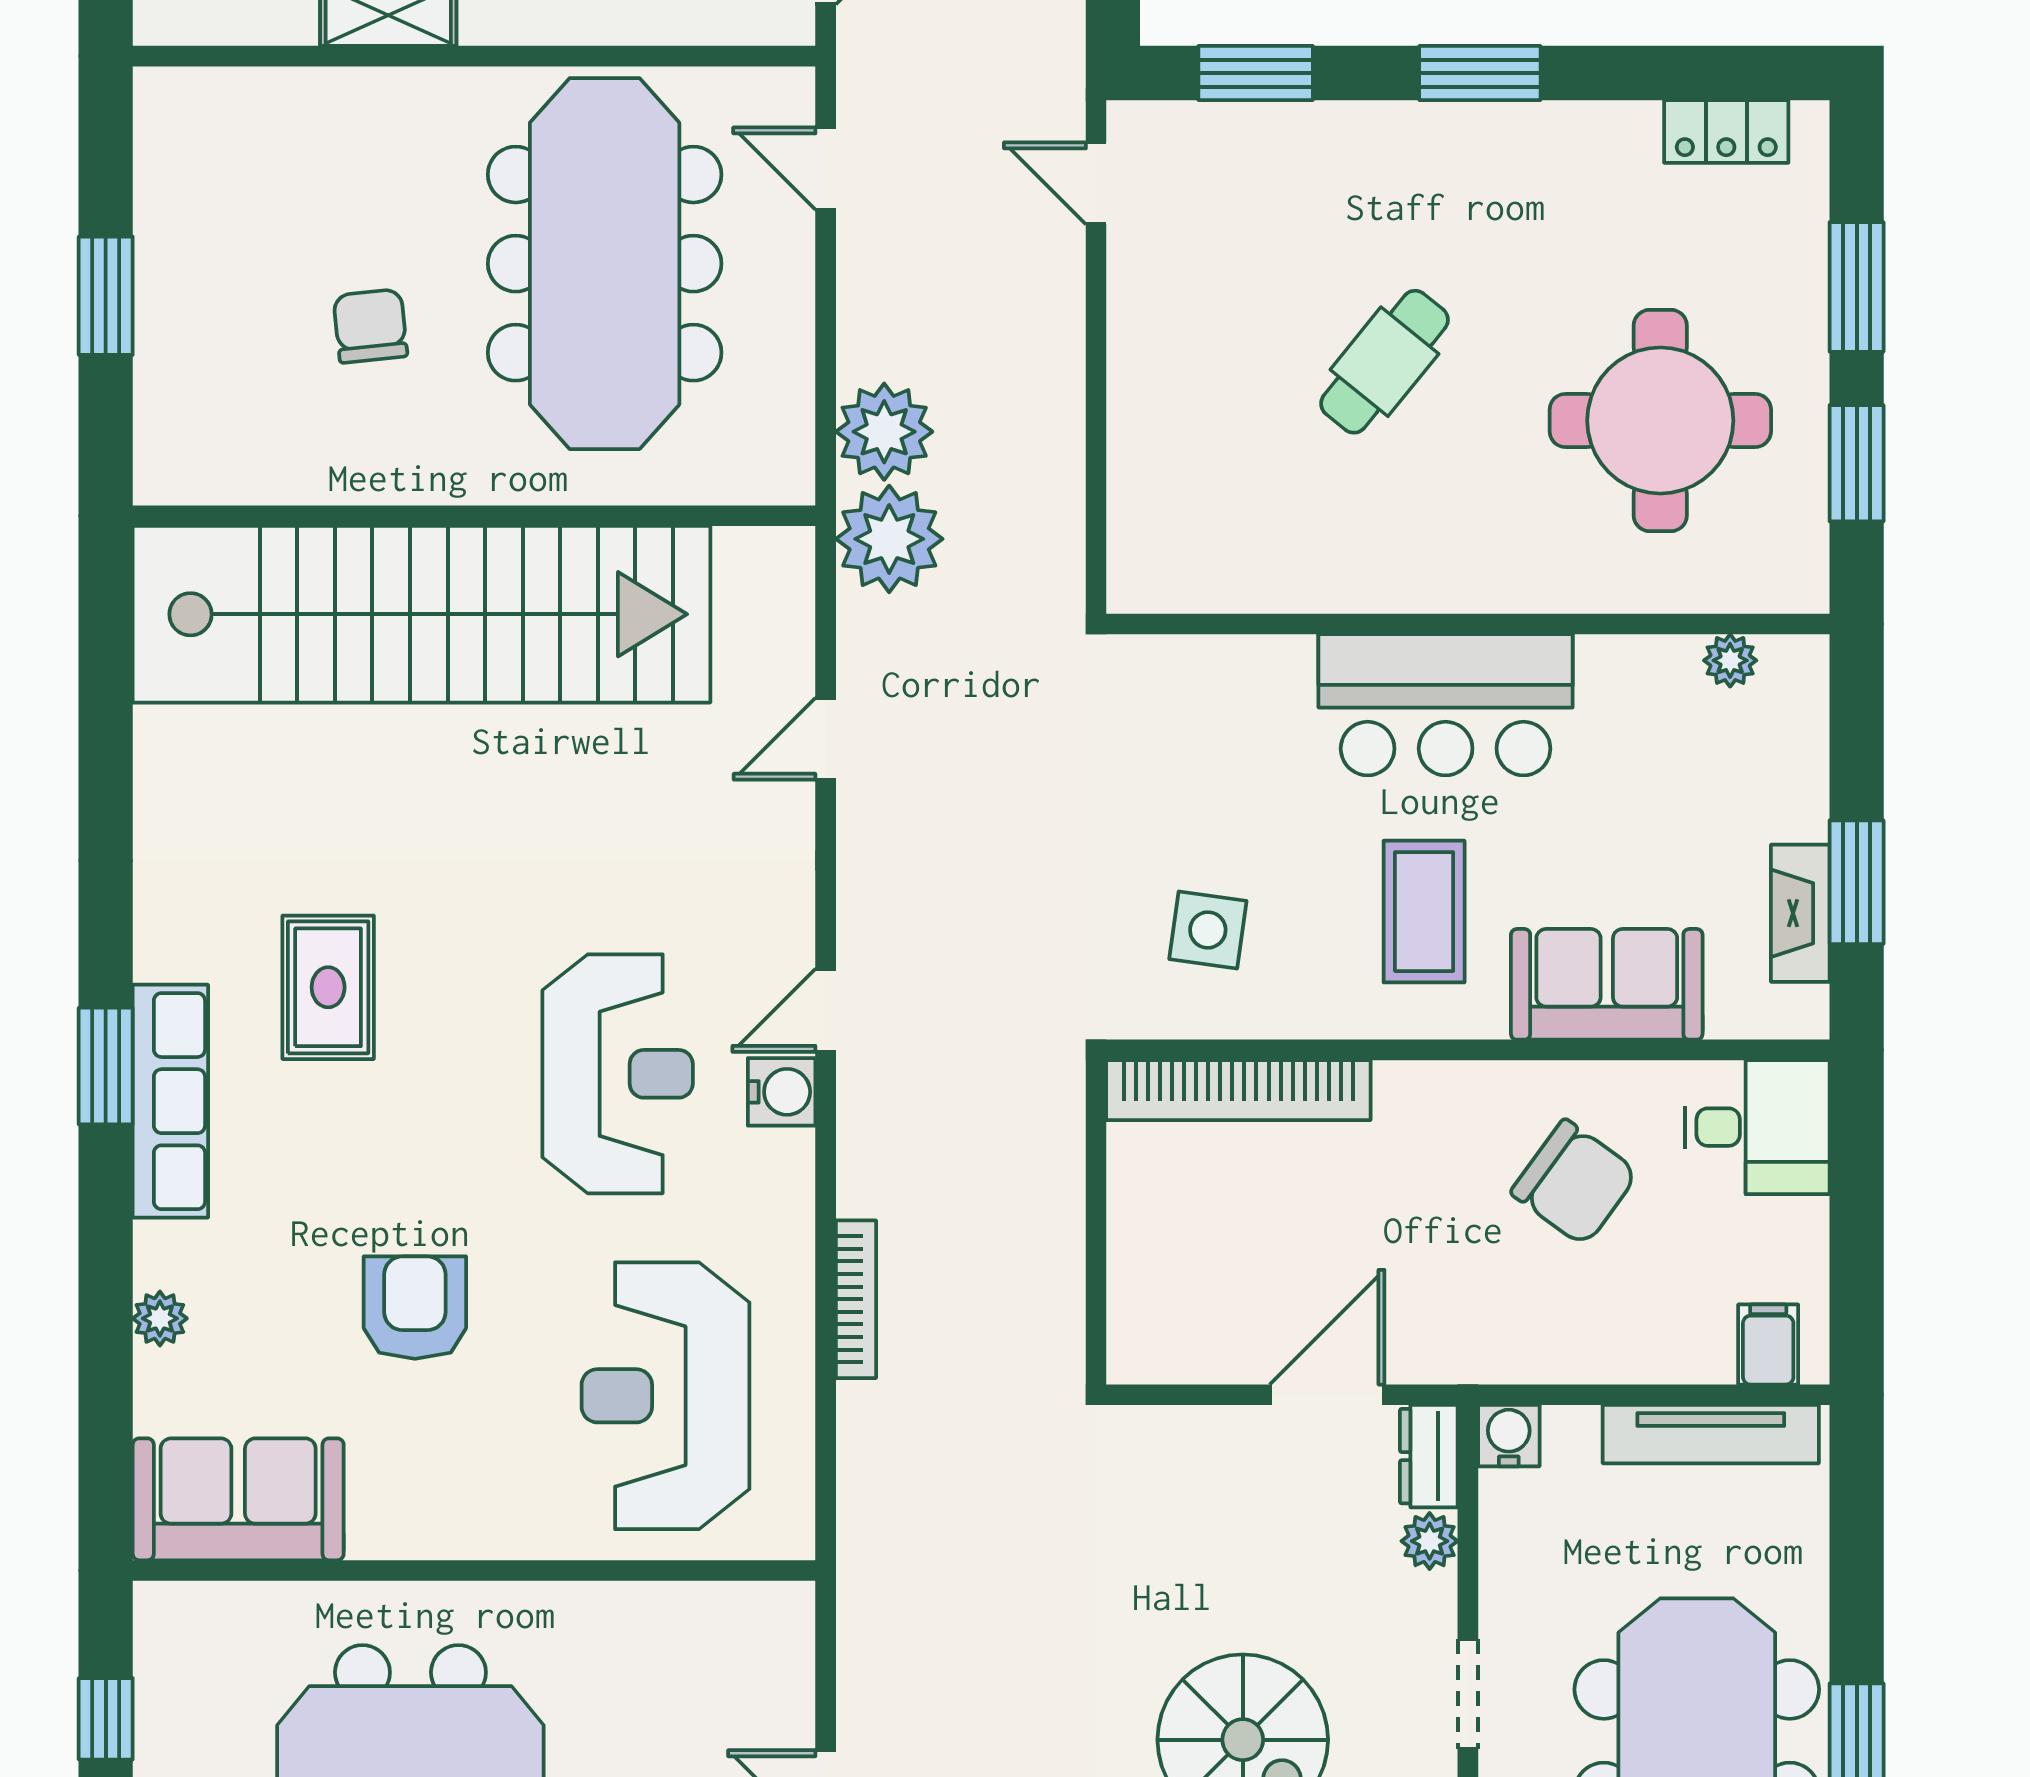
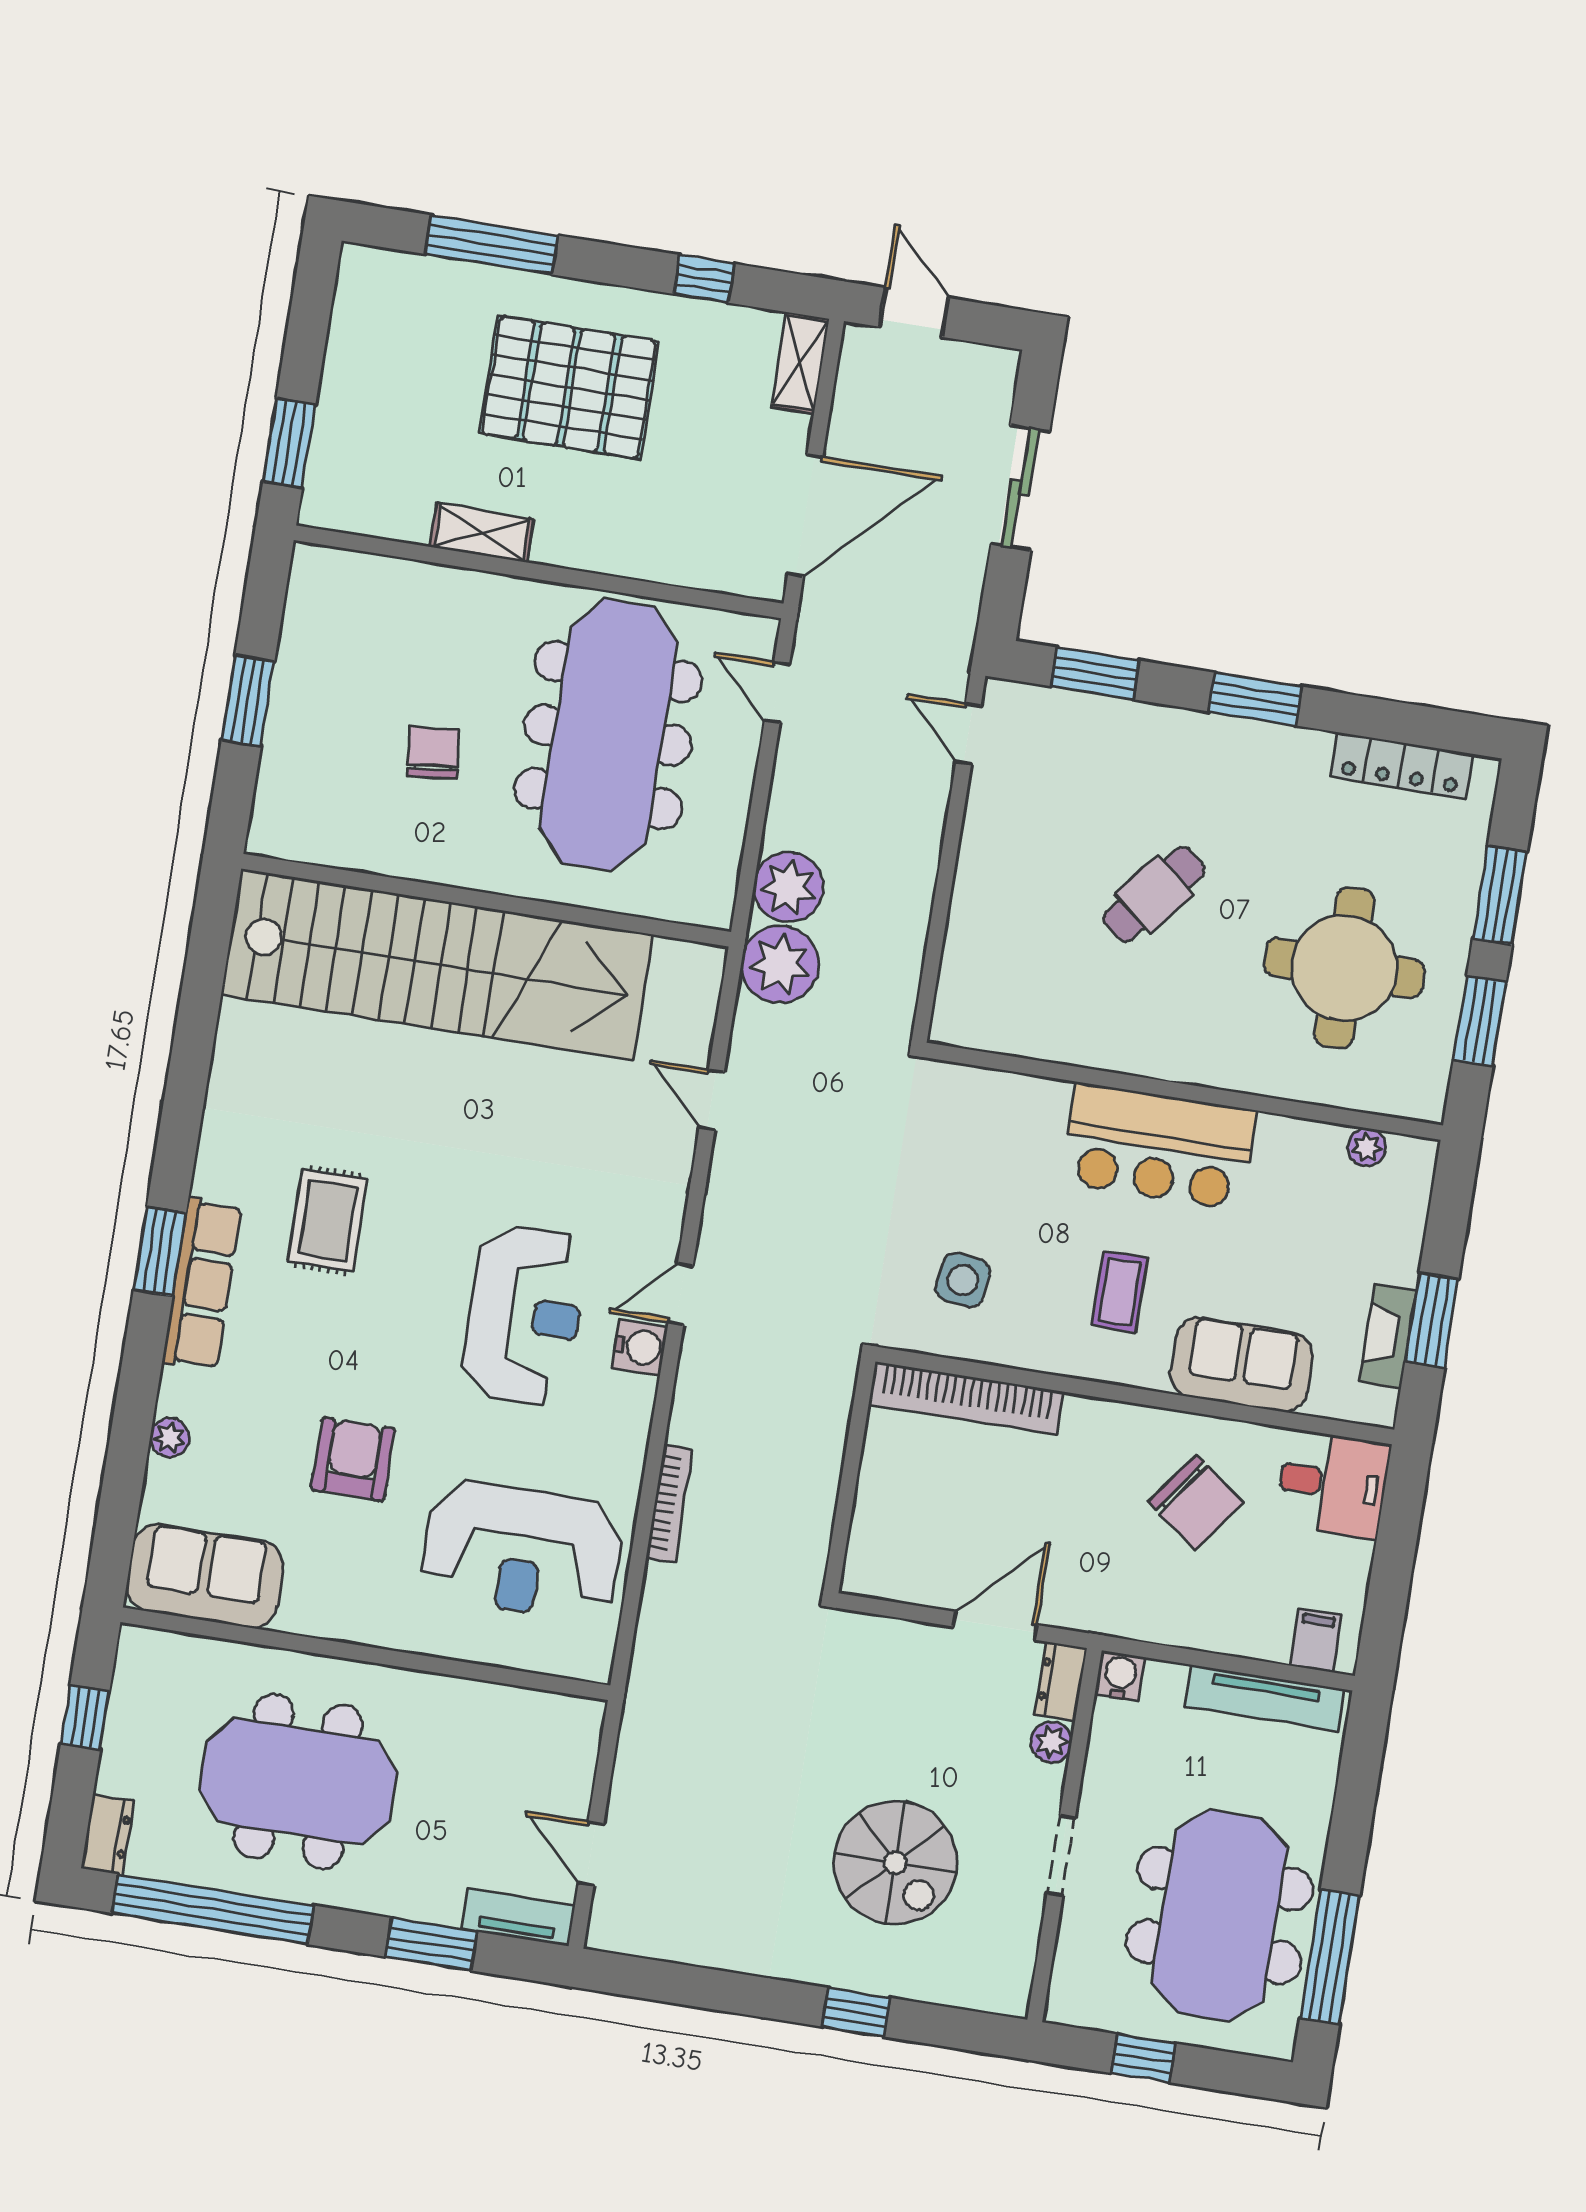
locker: (1726, 131) -> (1401, 765), width x1.53
door: (826, 739) -> (712, 1100), hinge flipped
coffee table: (1424, 912) -> (1119, 1292), width x0.73, depth x0.77
reception desk: (665, 1396) -> (522, 1551), turned -90

